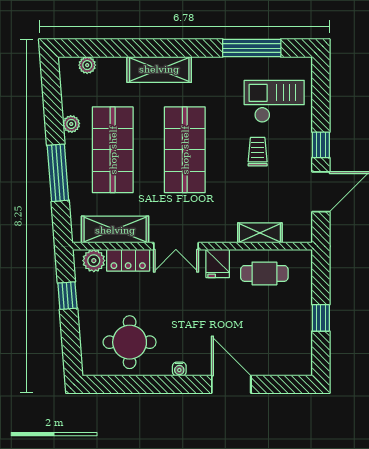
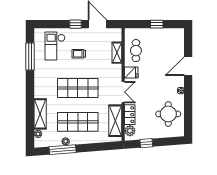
shelving: (159, 69) -> (40, 114), moved
window: (58, 173) -> (63, 150), moved

